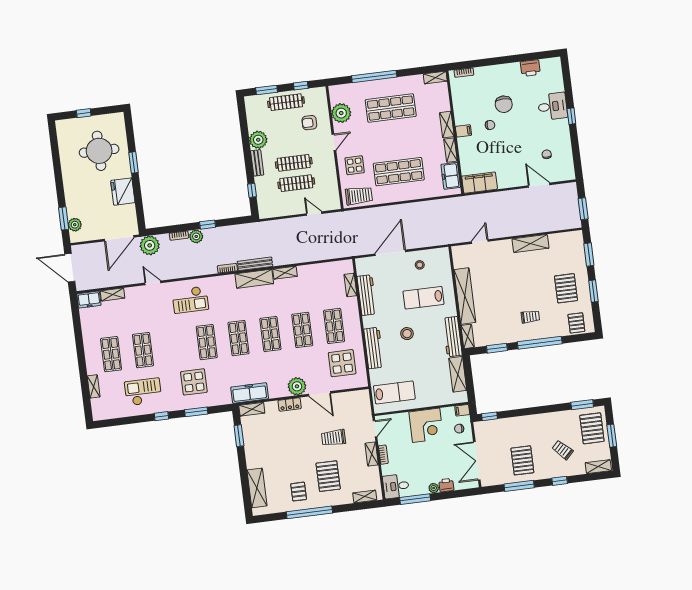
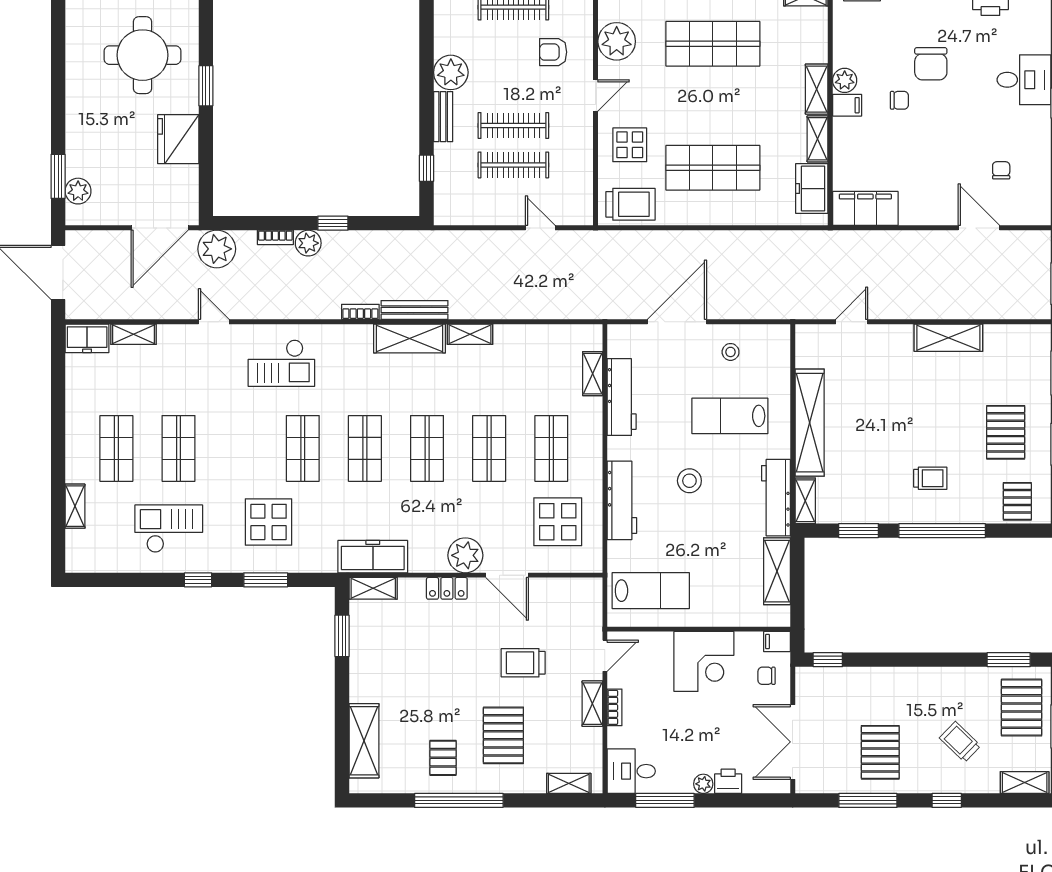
plant: (461, 118) -> (845, 80), added

